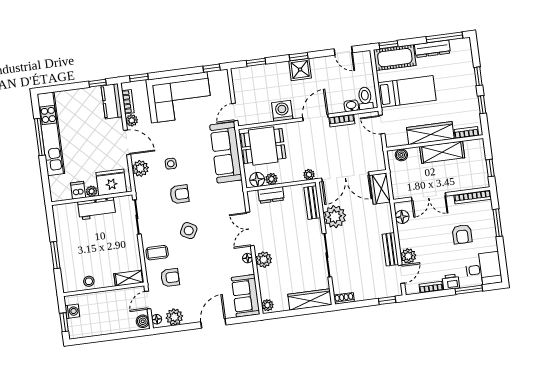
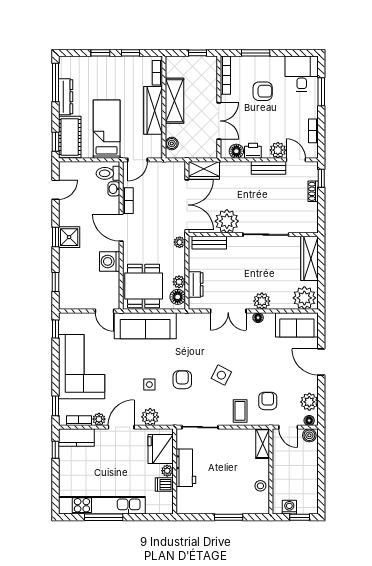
printer: (451, 282) -> (253, 151), moved, turned 90
shoe rack: (344, 298) -> (313, 191), moved
plant: (267, 305) -> (304, 298), width x1.87, depth x1.87

